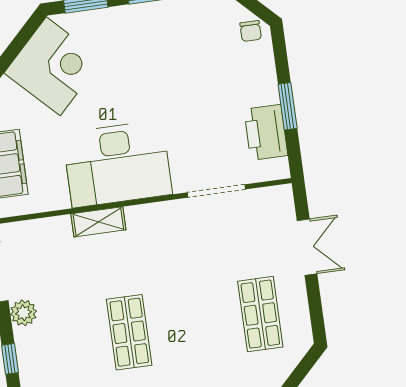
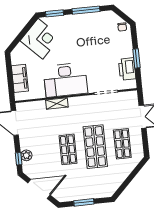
plant: (23, 313) -> (26, 155), moved
shop shelf: (195, 323) -> (95, 147), added

